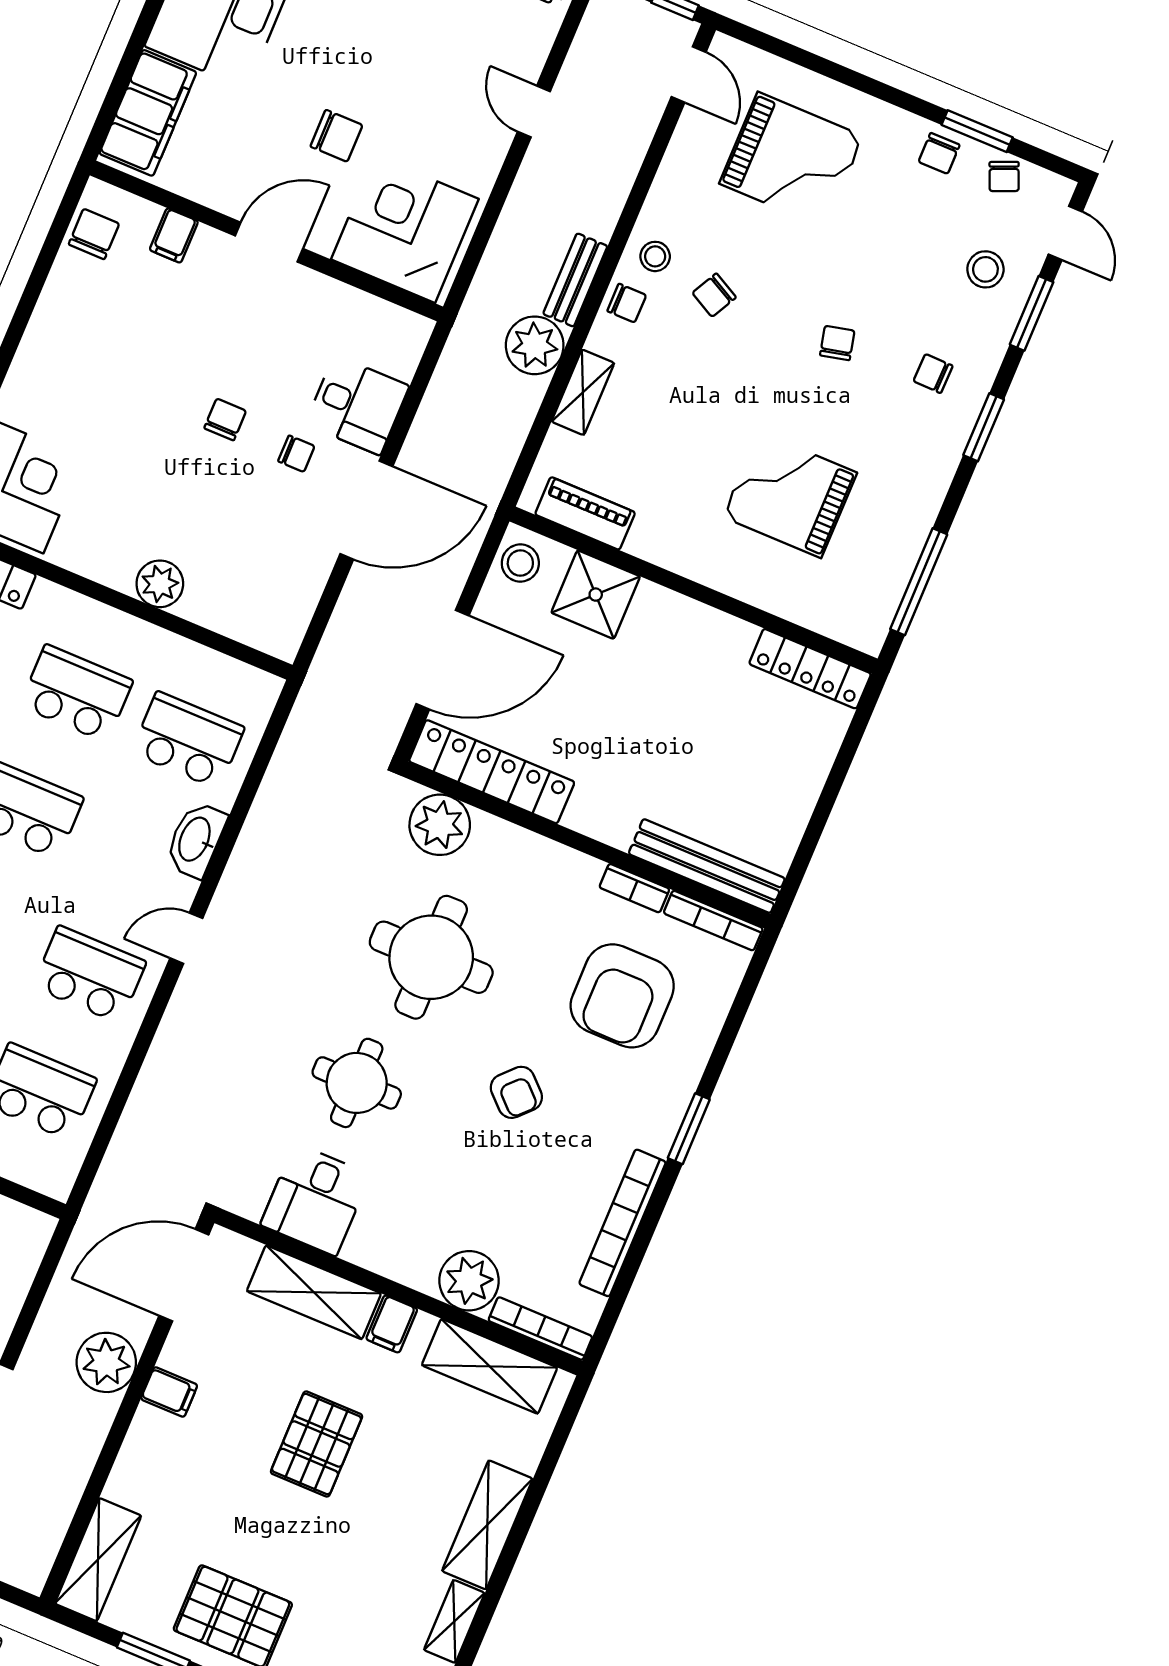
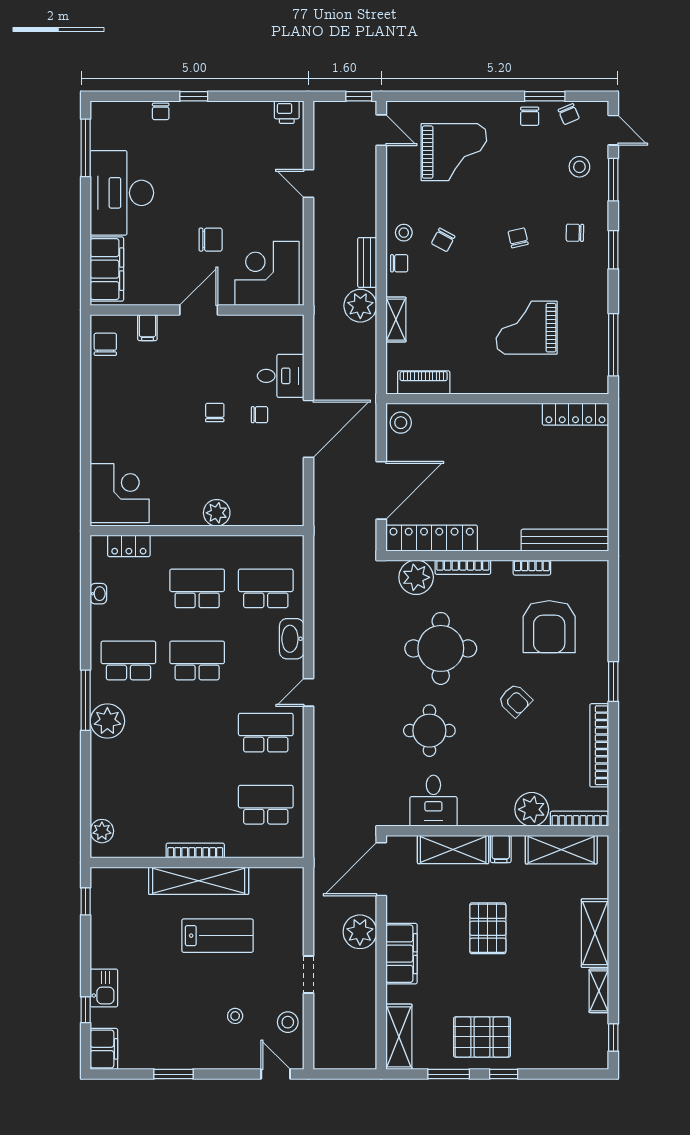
shower: (596, 595) -> (447, 423), removed
bookcase: (713, 921) -> (463, 567), moved
filing cabinet: (169, 1392) -> (402, 954), width x3.00, depth x1.17

